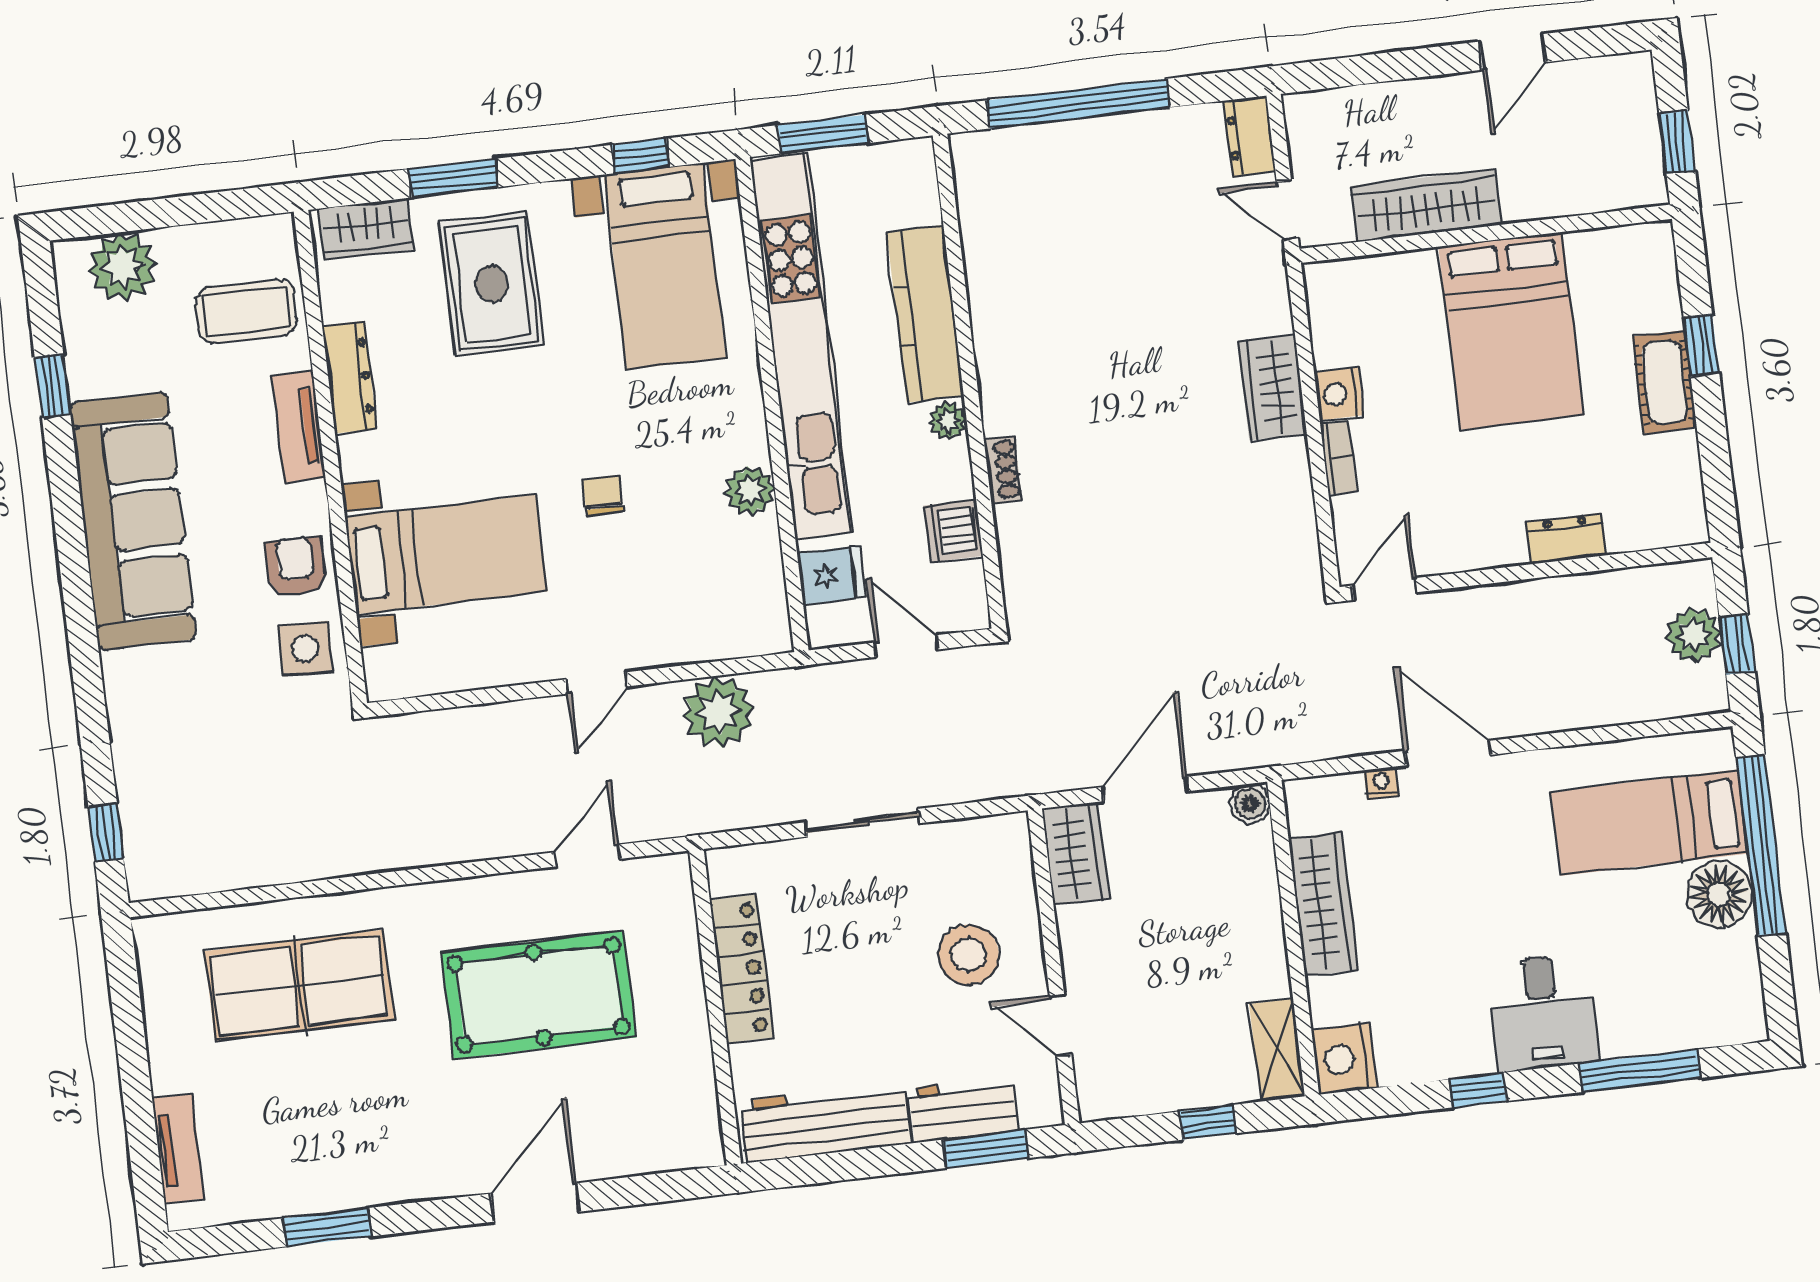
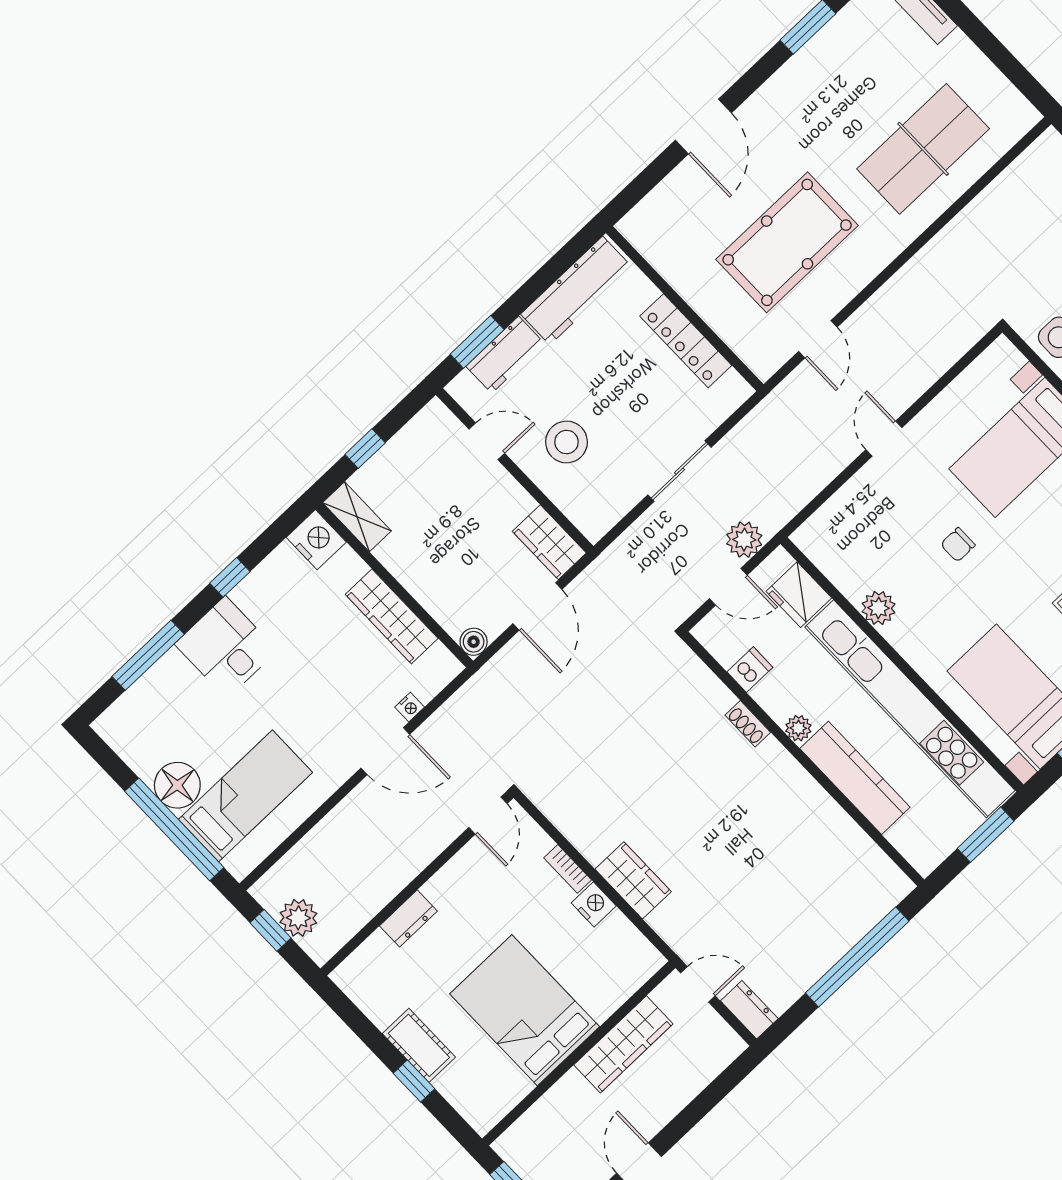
chair: (603, 495) -> (958, 545), turned 90
dishwasher: (953, 531) -> (750, 670), width x0.73
fridge: (831, 576) -> (799, 595), width x1.38
plant: (718, 712) -> (744, 540), moved, width x0.73, depth x0.73

